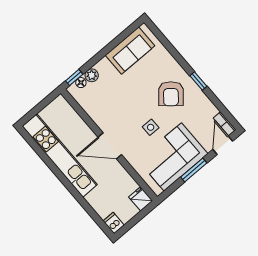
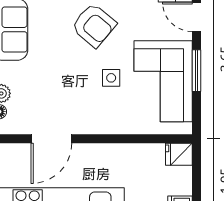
door: (110, 146) -> (51, 139), moved

